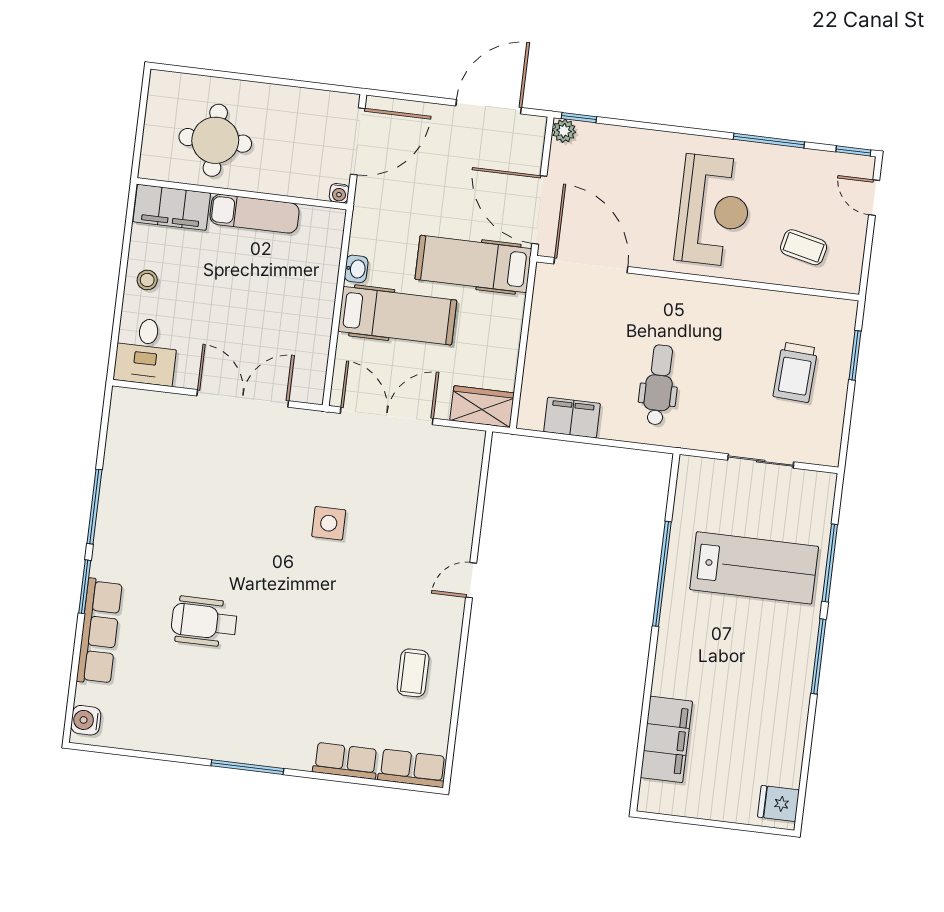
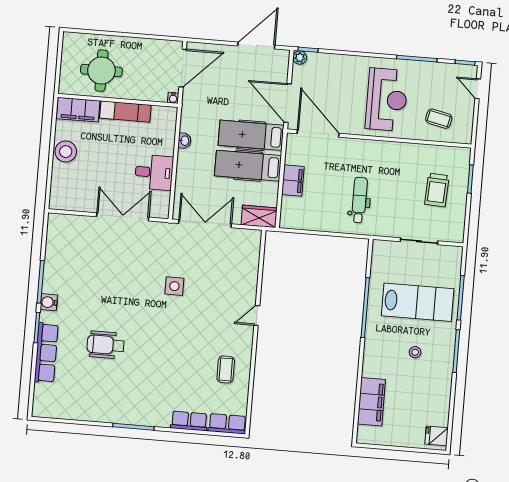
stool: (147, 280) -> (66, 152), width x1.89, depth x1.89
hospital bed: (397, 316) -> (248, 166), moved, turned 180
desk: (146, 351) -> (154, 172), moved, turned -90
filing cabinet: (572, 418) -> (293, 181), moved, turned 90
stool: (746, 655) -> (415, 352), added
water cooler: (86, 720) -> (49, 302), moved

